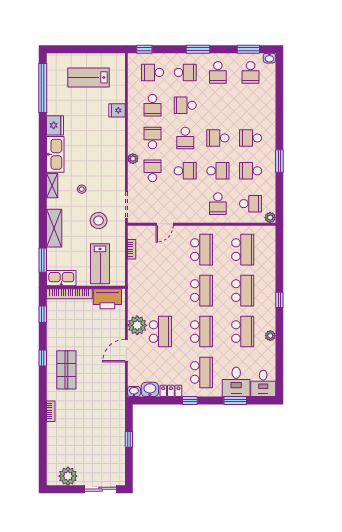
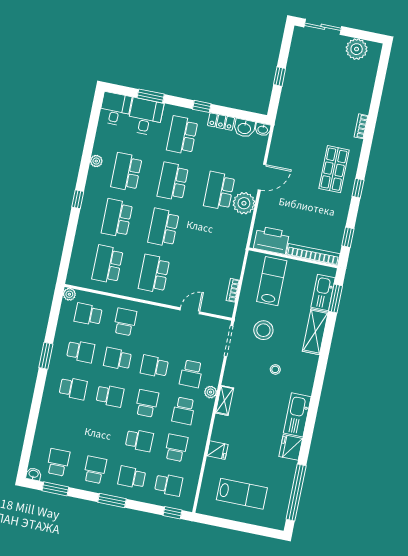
shelving: (52, 186) -> (225, 400), moved
kitchen sink: (61, 278) -> (323, 292), moved, turned 90

